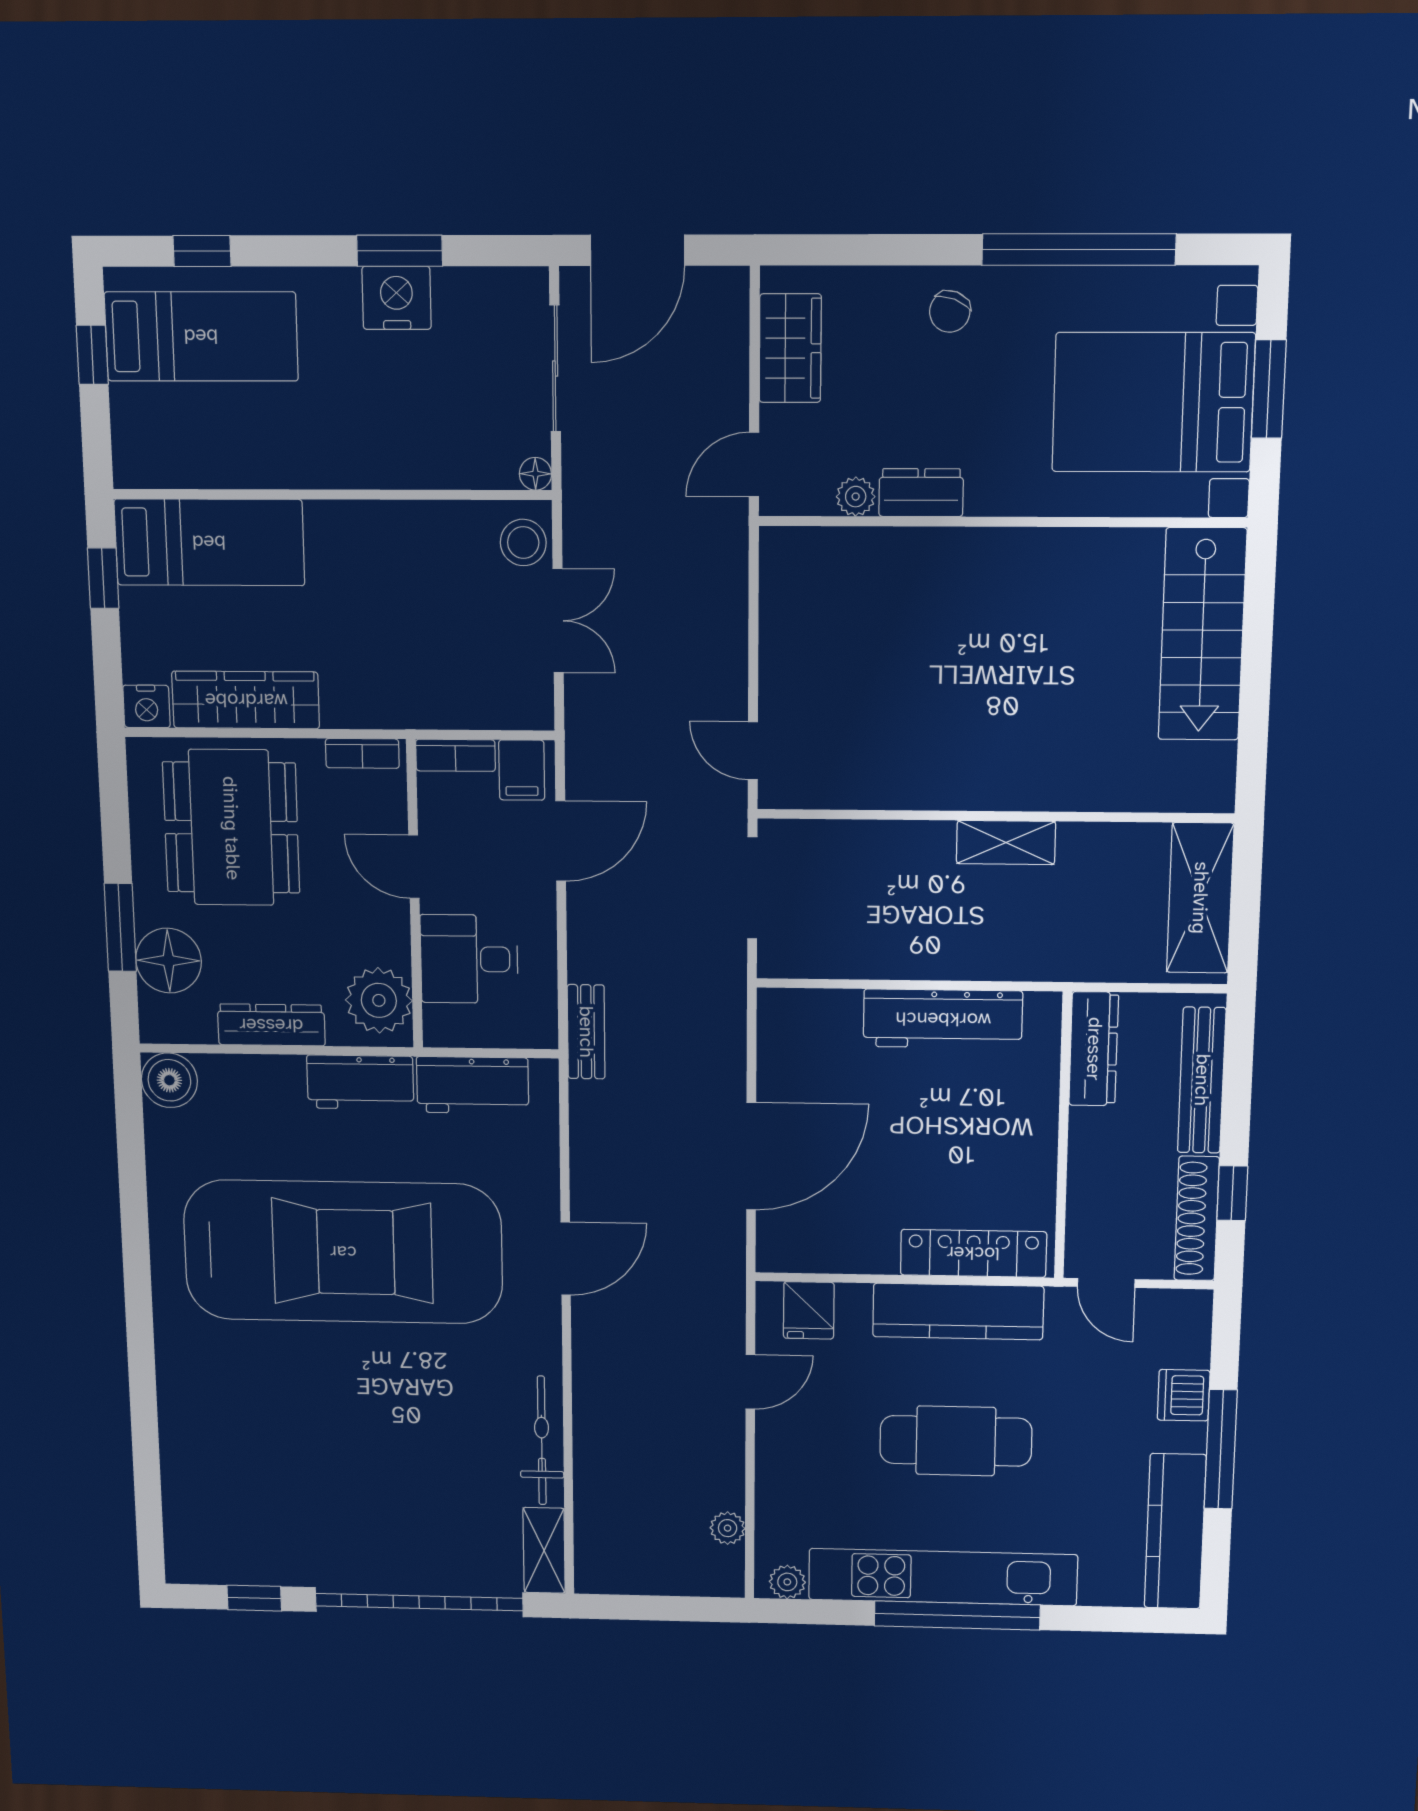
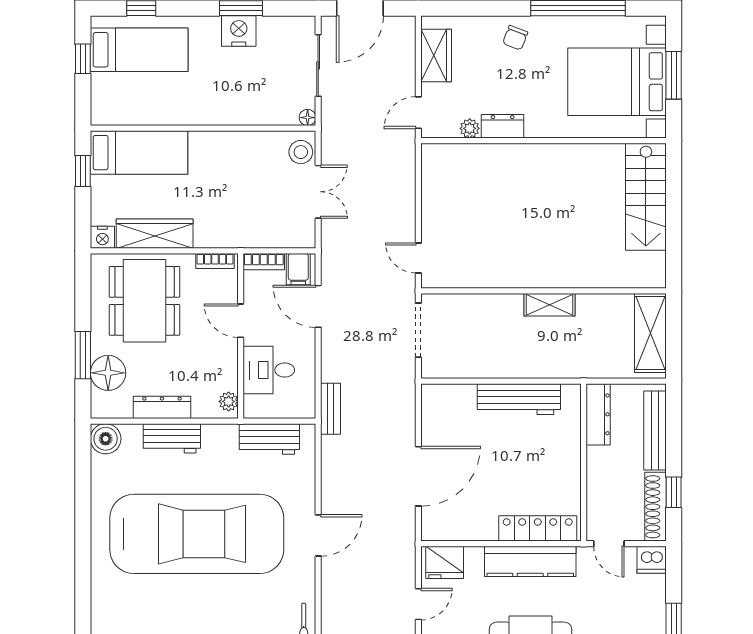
door: (561, 841) -> (318, 306), swing flipped
plant: (379, 1000) -> (229, 401), width x0.53, depth x0.53
workbench: (360, 1082) -> (172, 438), moved
fridge: (809, 1310) -> (445, 562), width x1.38
dishwasher: (1184, 1395) -> (652, 560), moved, turned -90

